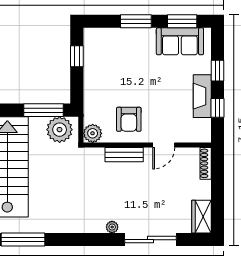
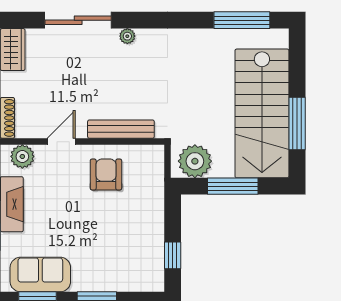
window: (43, 110) -> (233, 186), moved
plant: (93, 133) -> (22, 156), moved
bench: (124, 155) -> (121, 129), width x1.36

